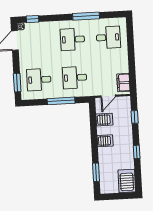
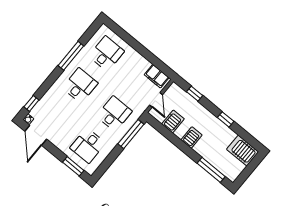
desk: (73, 39) -> (80, 85), turned 180
desk: (75, 78) -> (114, 114), turned 180
window: (61, 101) -> (131, 134), moved
window: (96, 172) -> (211, 170), width x1.44

